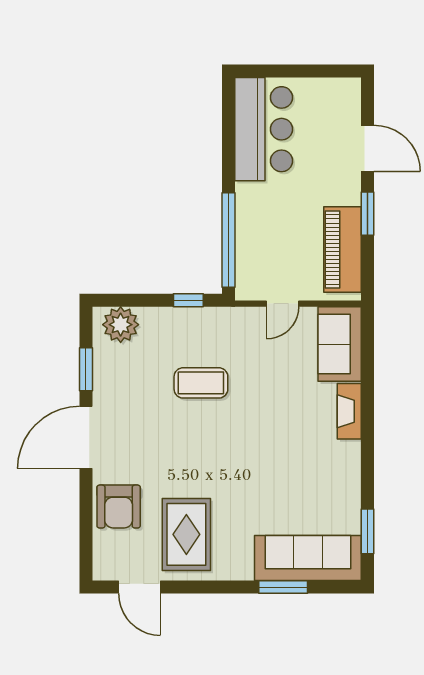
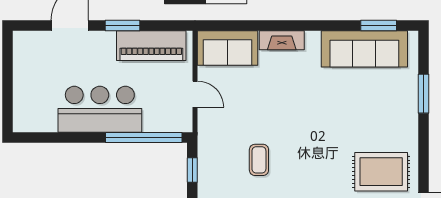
bar counter: (264, 129) -> (100, 109), moved
coffee table: (201, 383) -> (259, 160), width x0.73, depth x0.77
sofa: (308, 558) -> (364, 49), moved, turned -90

